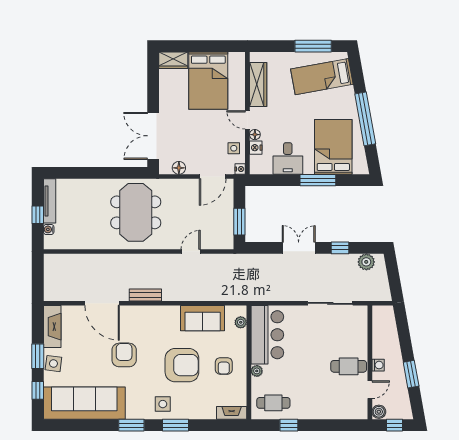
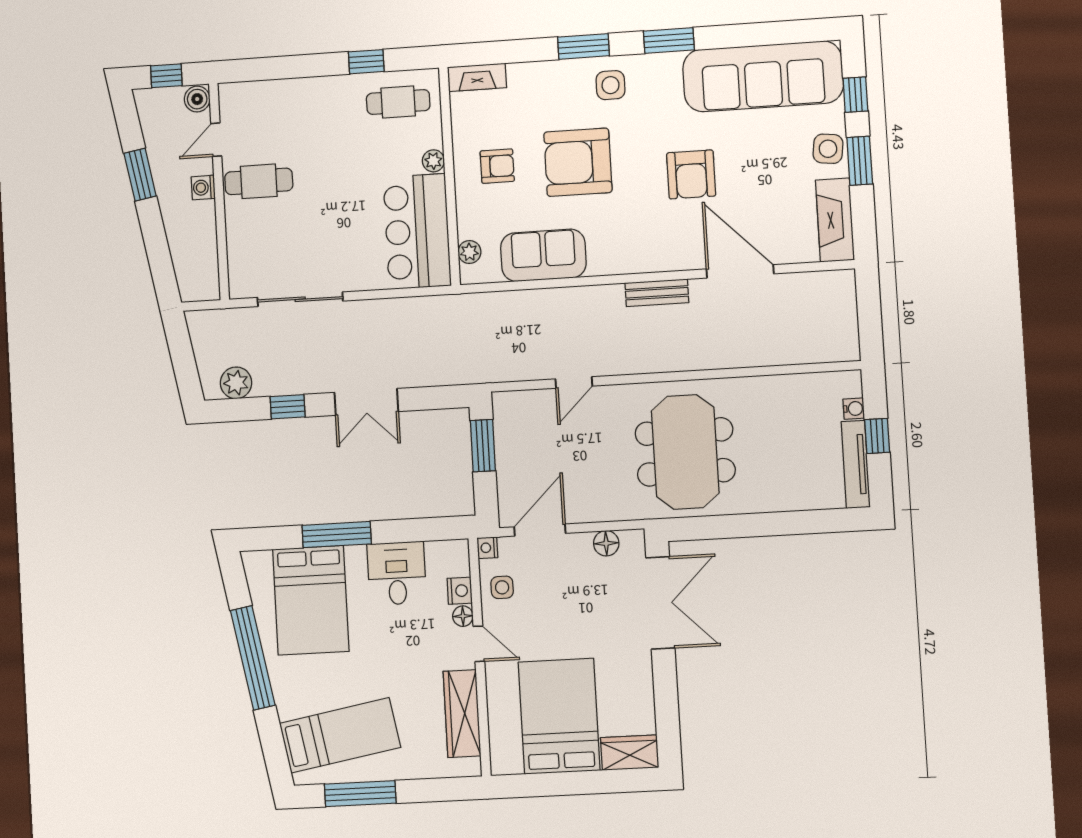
armchair: (224, 366) -> (497, 166), turned 90

